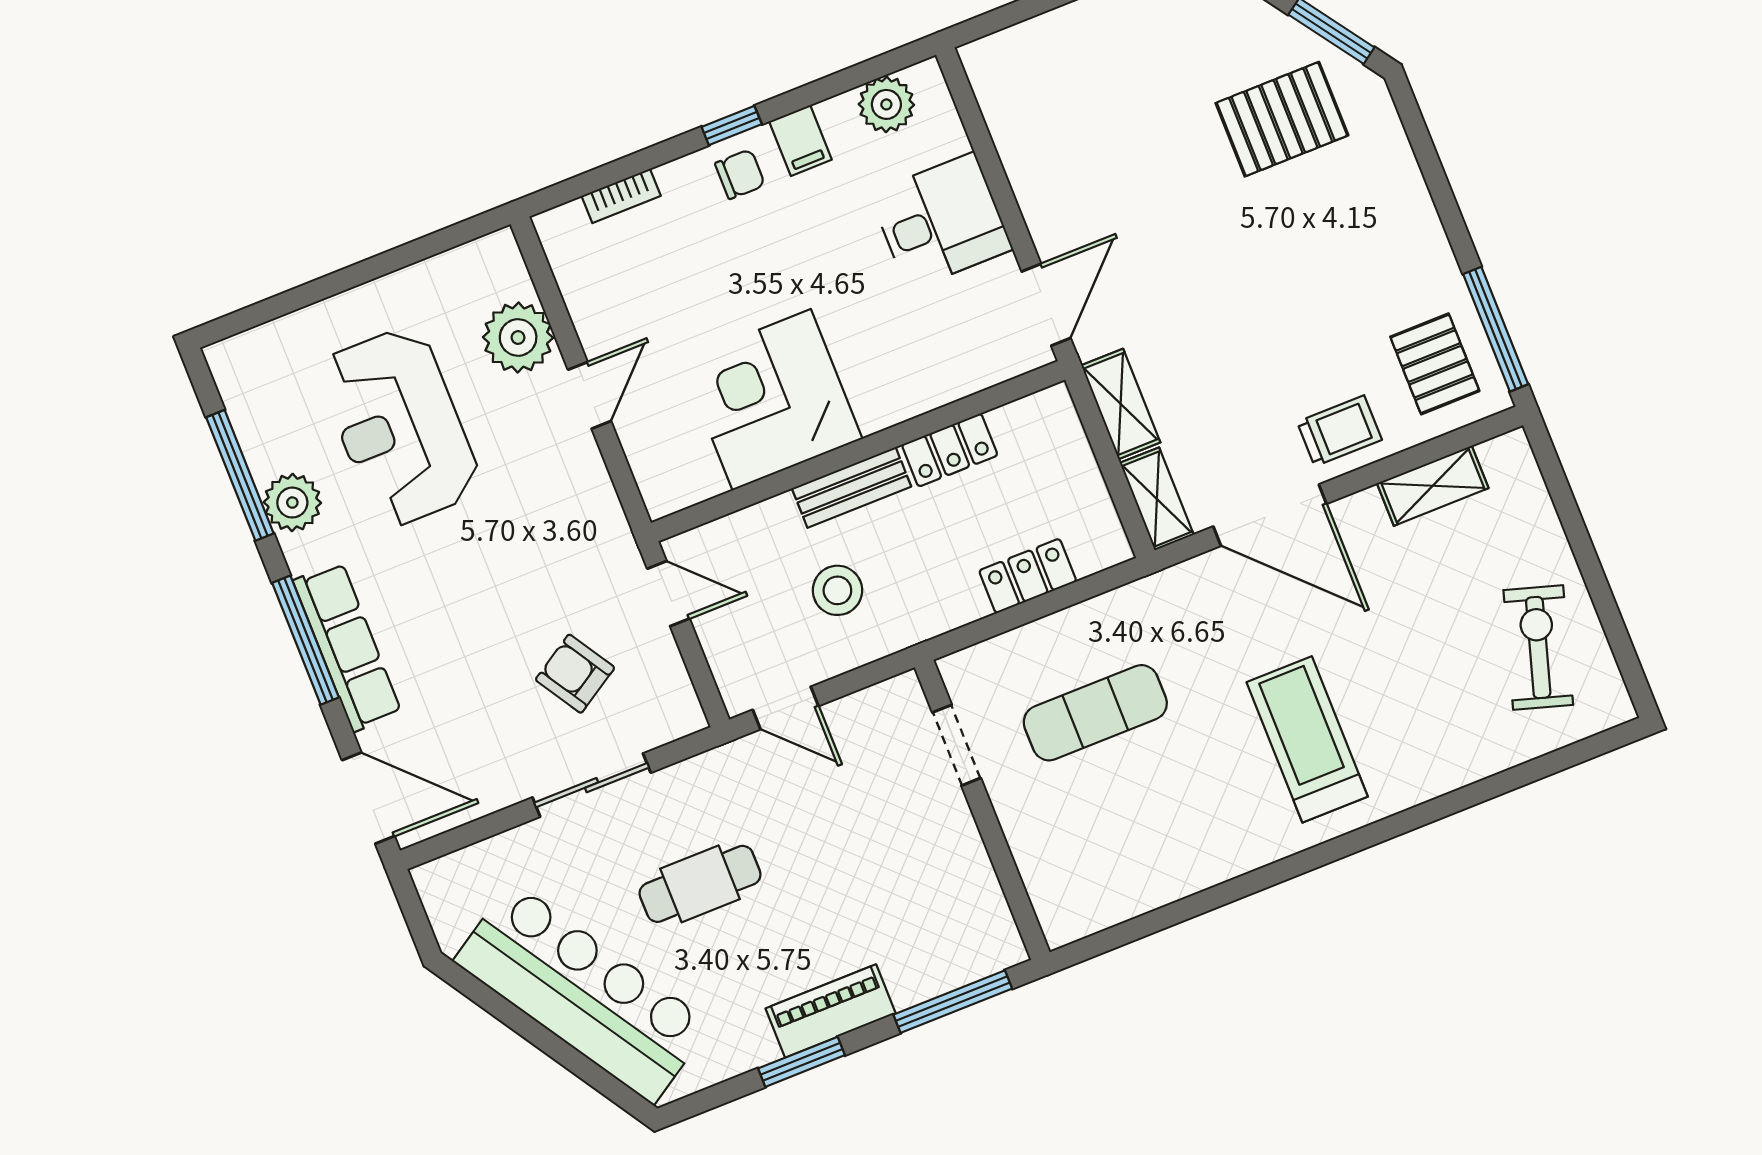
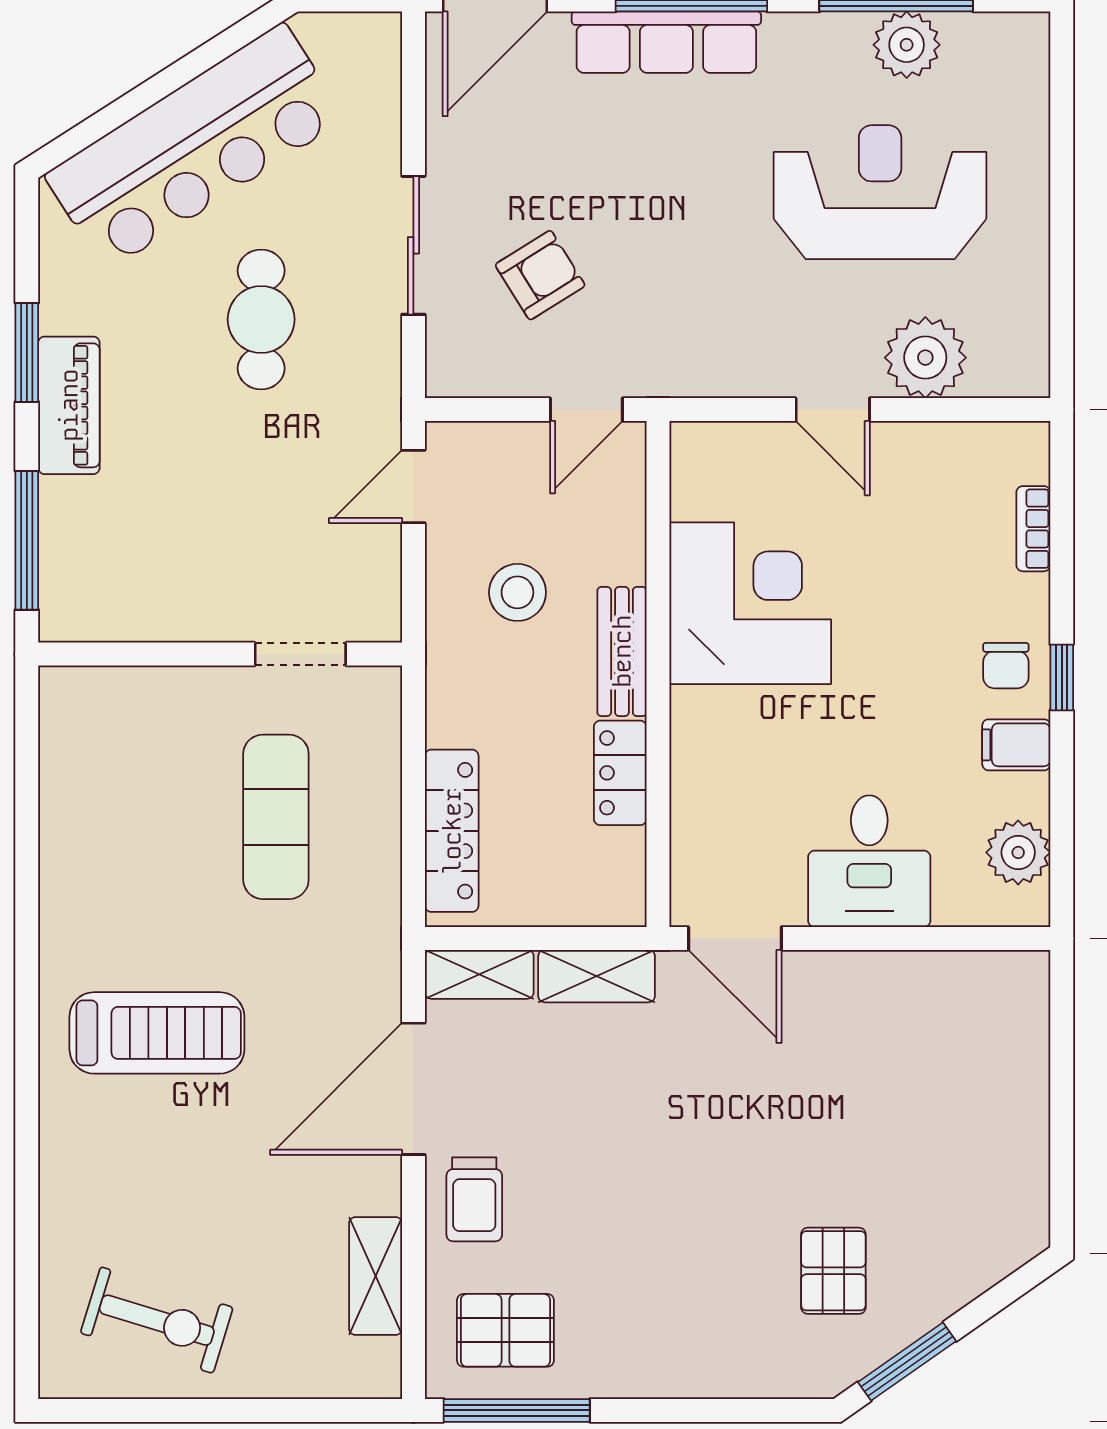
pallet: (1282, 119) -> (833, 1271), width x0.67, depth x0.71
plant: (292, 503) -> (907, 45), moved
locker: (1028, 576) -> (452, 831), width x1.53

